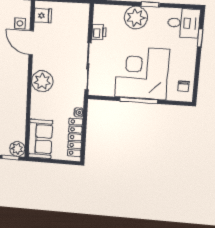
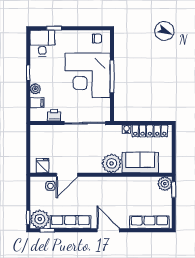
filing cabinet: (115, 13) -> (37, 103), added
plant: (136, 18) -> (35, 89), width x0.53, depth x0.53
plant: (42, 81) -> (112, 163), moved
sofa: (40, 139) -> (140, 163), moved

